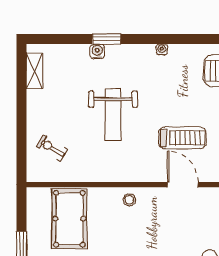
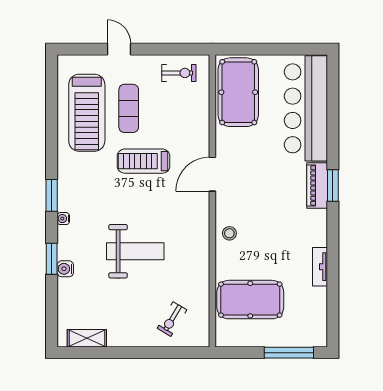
window: (164, 39) -> (52, 195), added
water cooler: (162, 50) -> (63, 219), moved
treadmill: (182, 138) -> (143, 161), moved, turned -90

